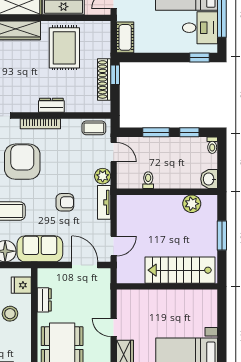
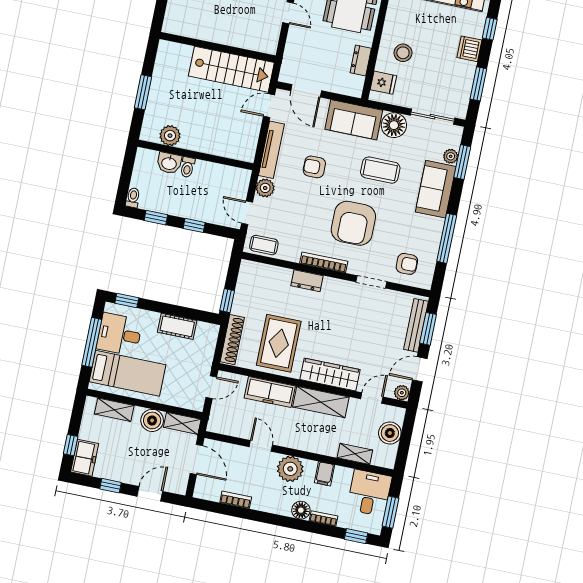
cot: (125, 37) -> (177, 326), moved, turned 90
shoe rack: (104, 79) -> (232, 340), moved
window: (156, 132) -> (194, 225), width x0.67
washbasin: (209, 179) -> (169, 163), moved, turned 90
toilet: (148, 180) -> (187, 167), moved
tv unit: (104, 202) -> (271, 150), width x1.41
stairs: (180, 270) -> (231, 69), moved

